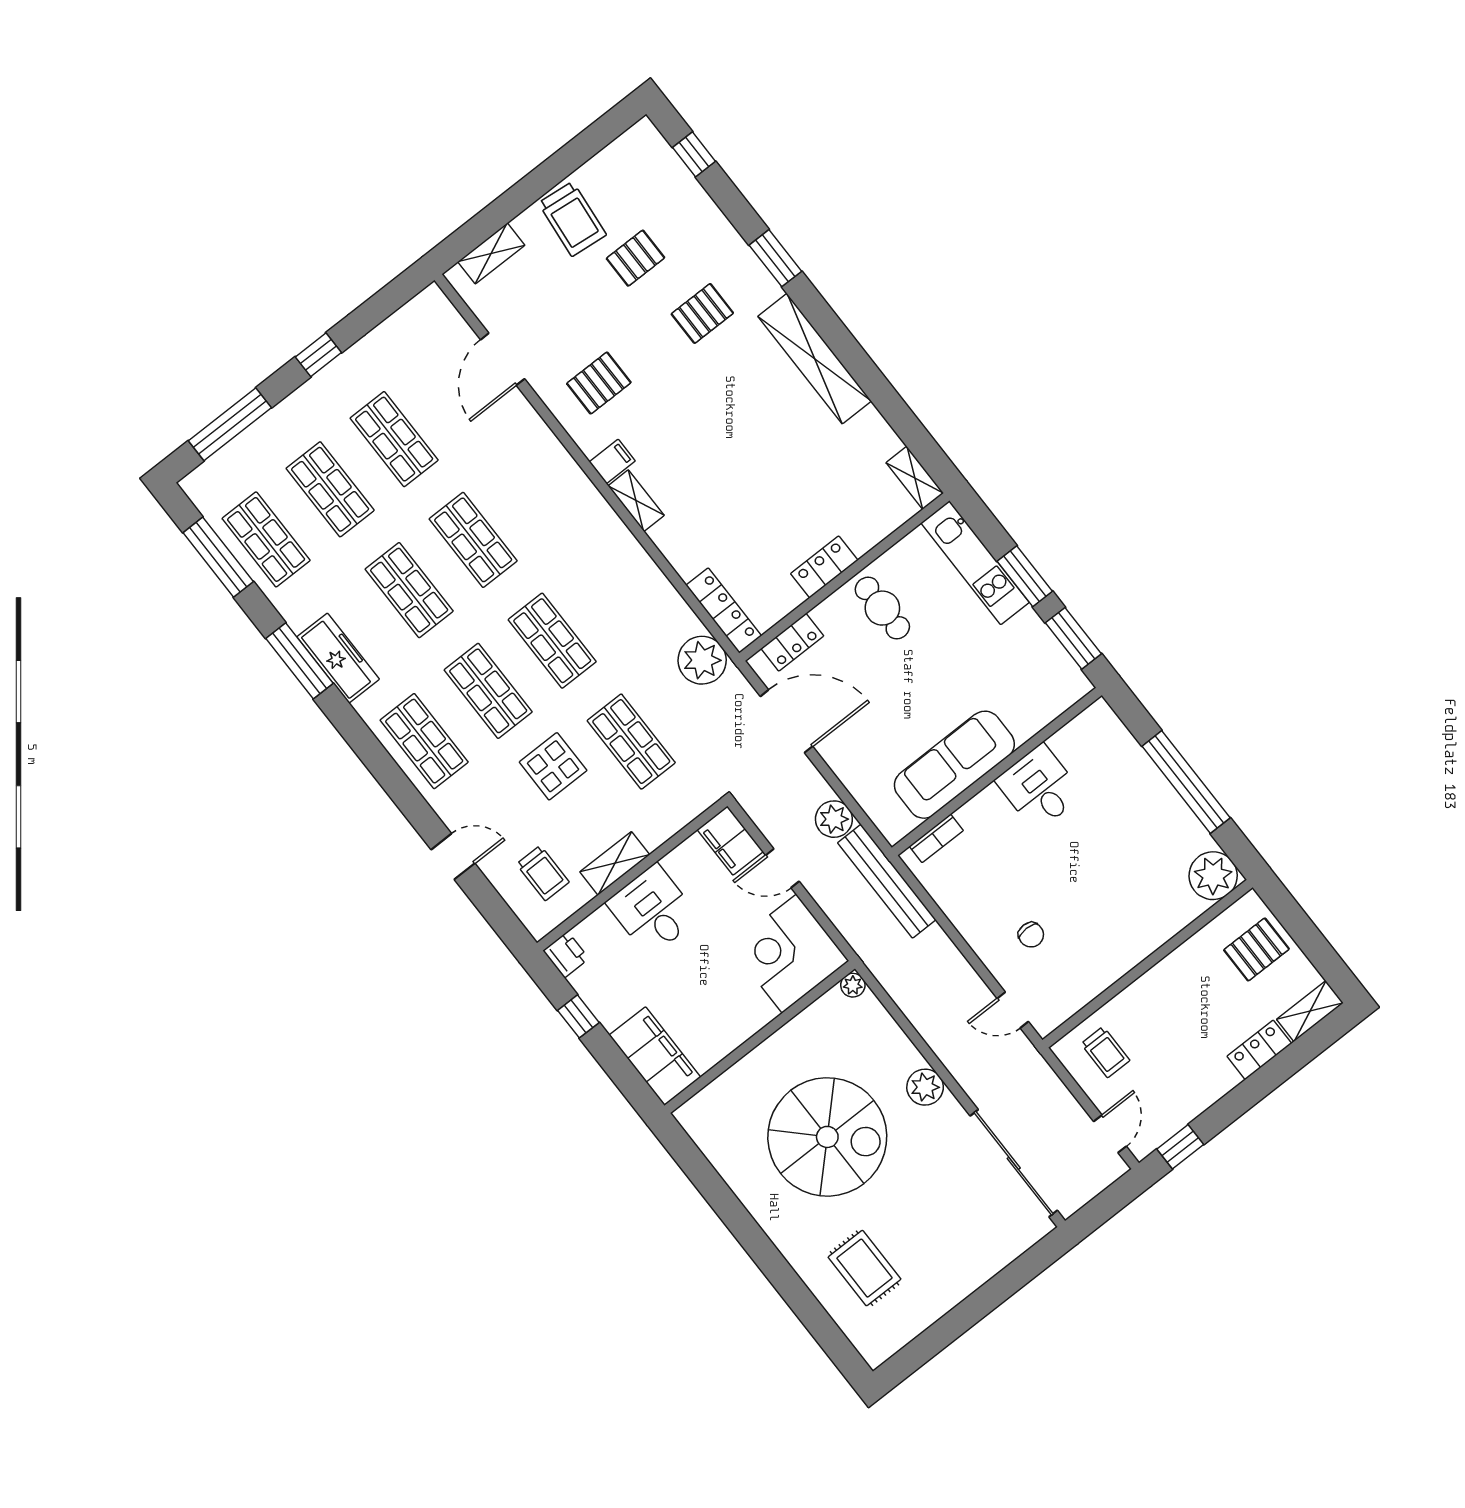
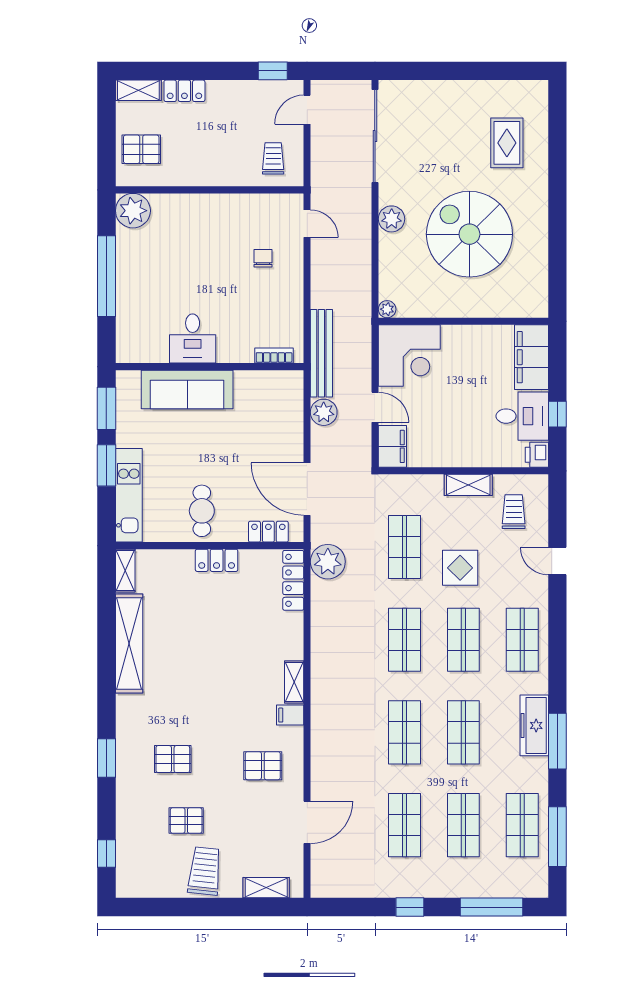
shelving: (814, 359) -> (129, 644), moved
sofa: (954, 765) -> (187, 389), moved
desk: (653, 910) -> (522, 416), moved, turned -90

